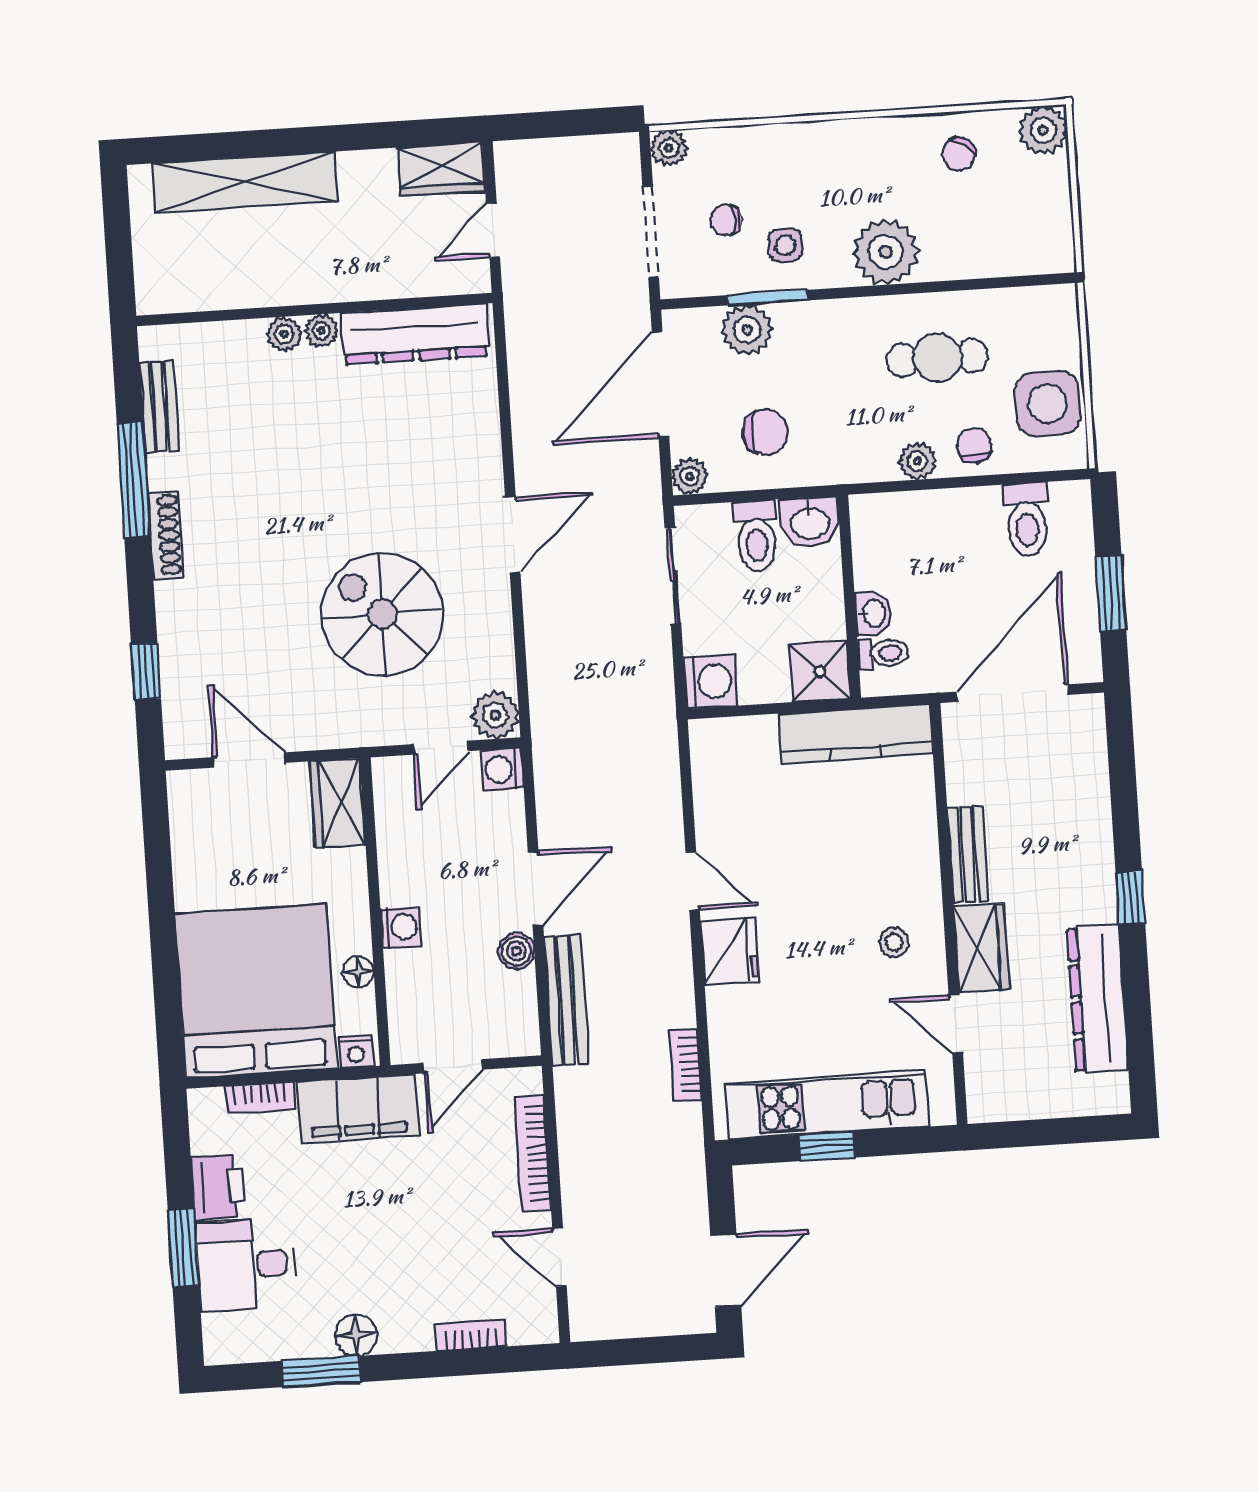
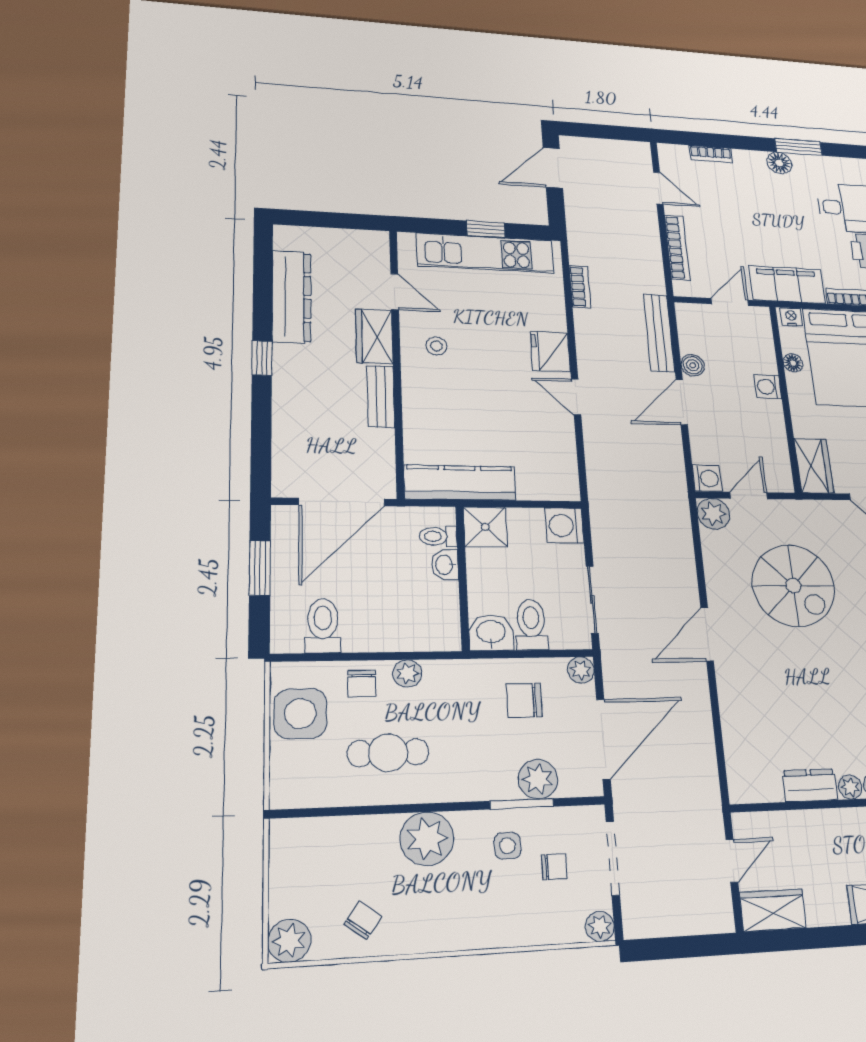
dresser: (415, 334) -> (810, 785), width x0.51, depth x0.80

